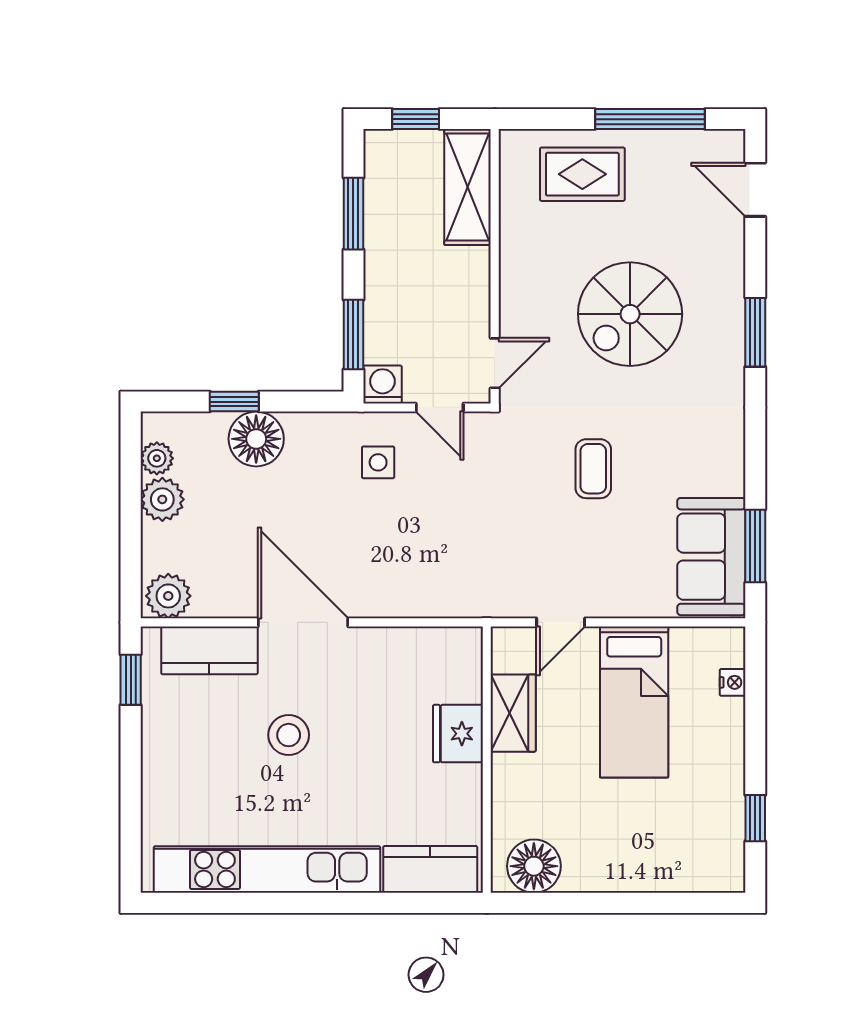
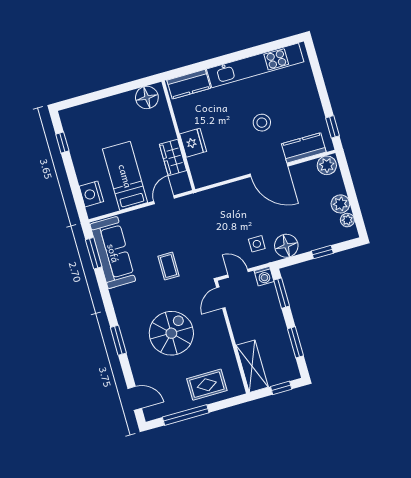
floor lamp: (256, 439) -> (286, 246), moved
sofa: (711, 557) -> (113, 253), width x1.36
nightstand: (733, 682) -> (91, 194), width x1.89, depth x1.79

